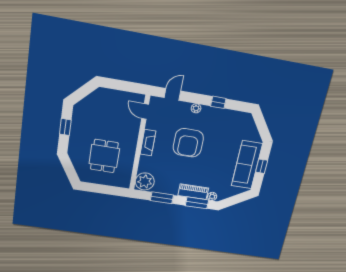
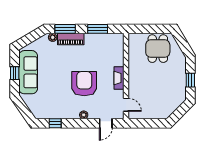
window: (218, 102) -> (55, 123), moved
dining table: (104, 156) -> (158, 49), moved
plant: (145, 181) -> (116, 42), removed

